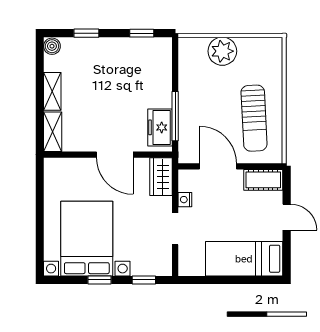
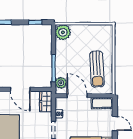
plant: (222, 51) -> (63, 32), moved
freezer: (160, 127) -> (45, 74), removed
plant: (188, 143) -> (61, 83), added

